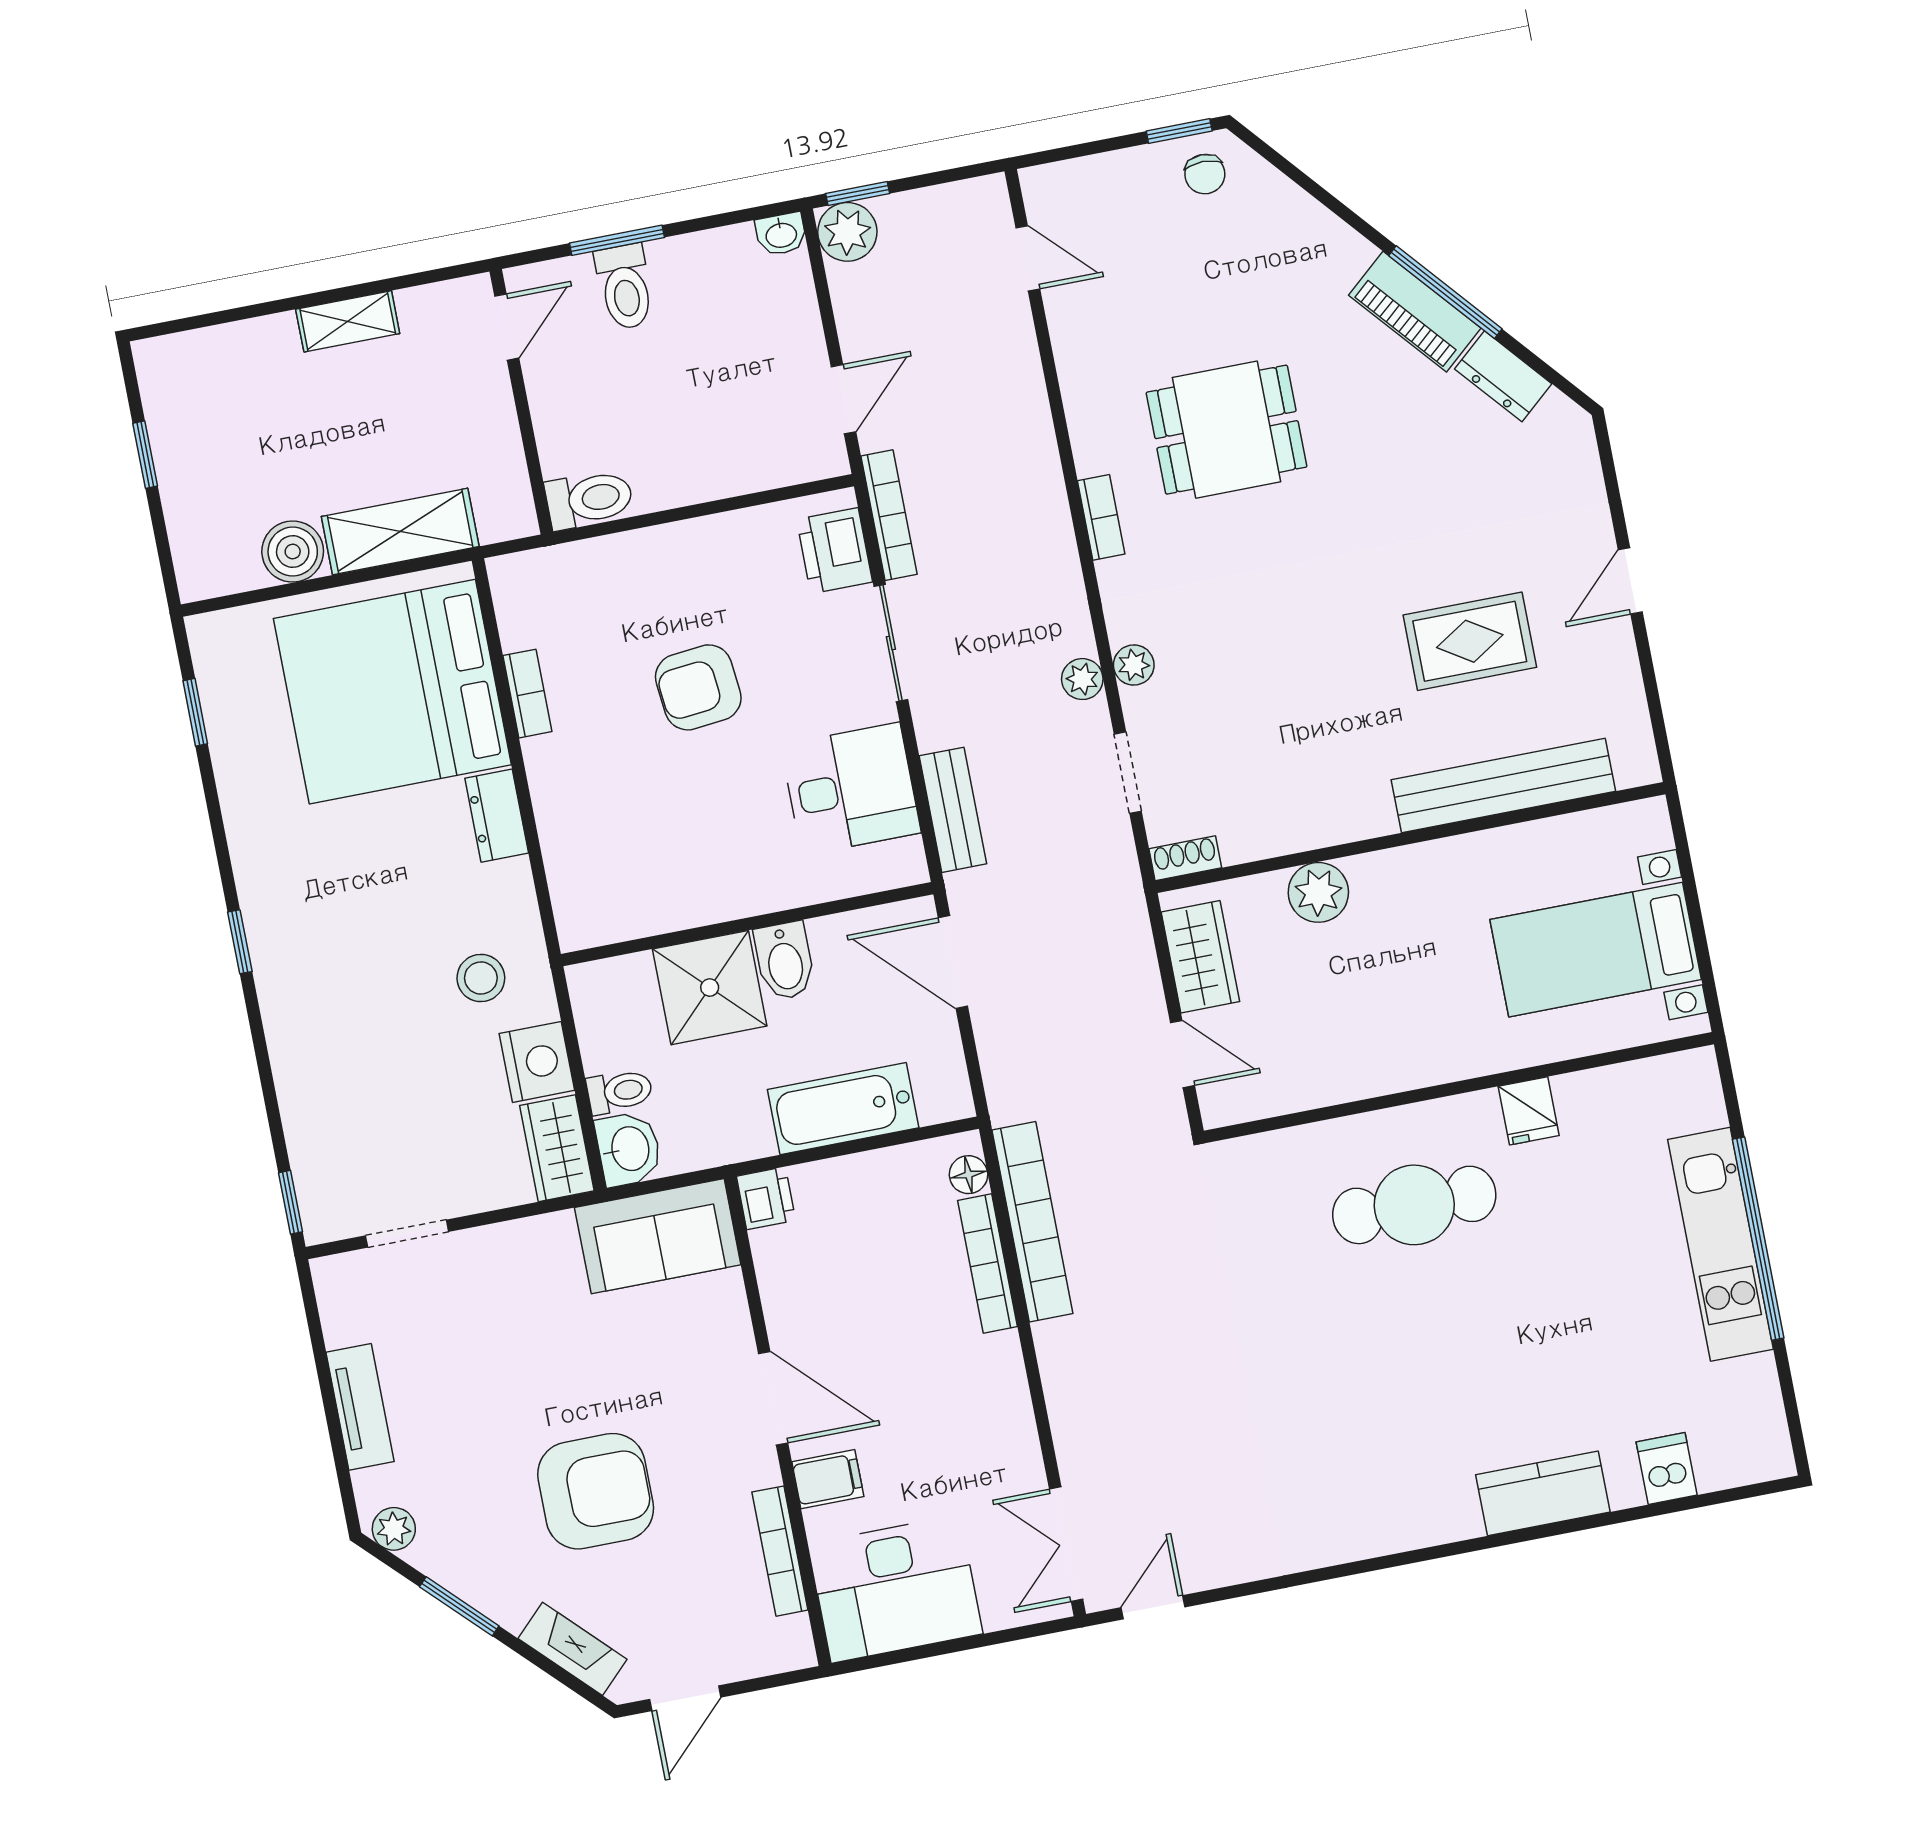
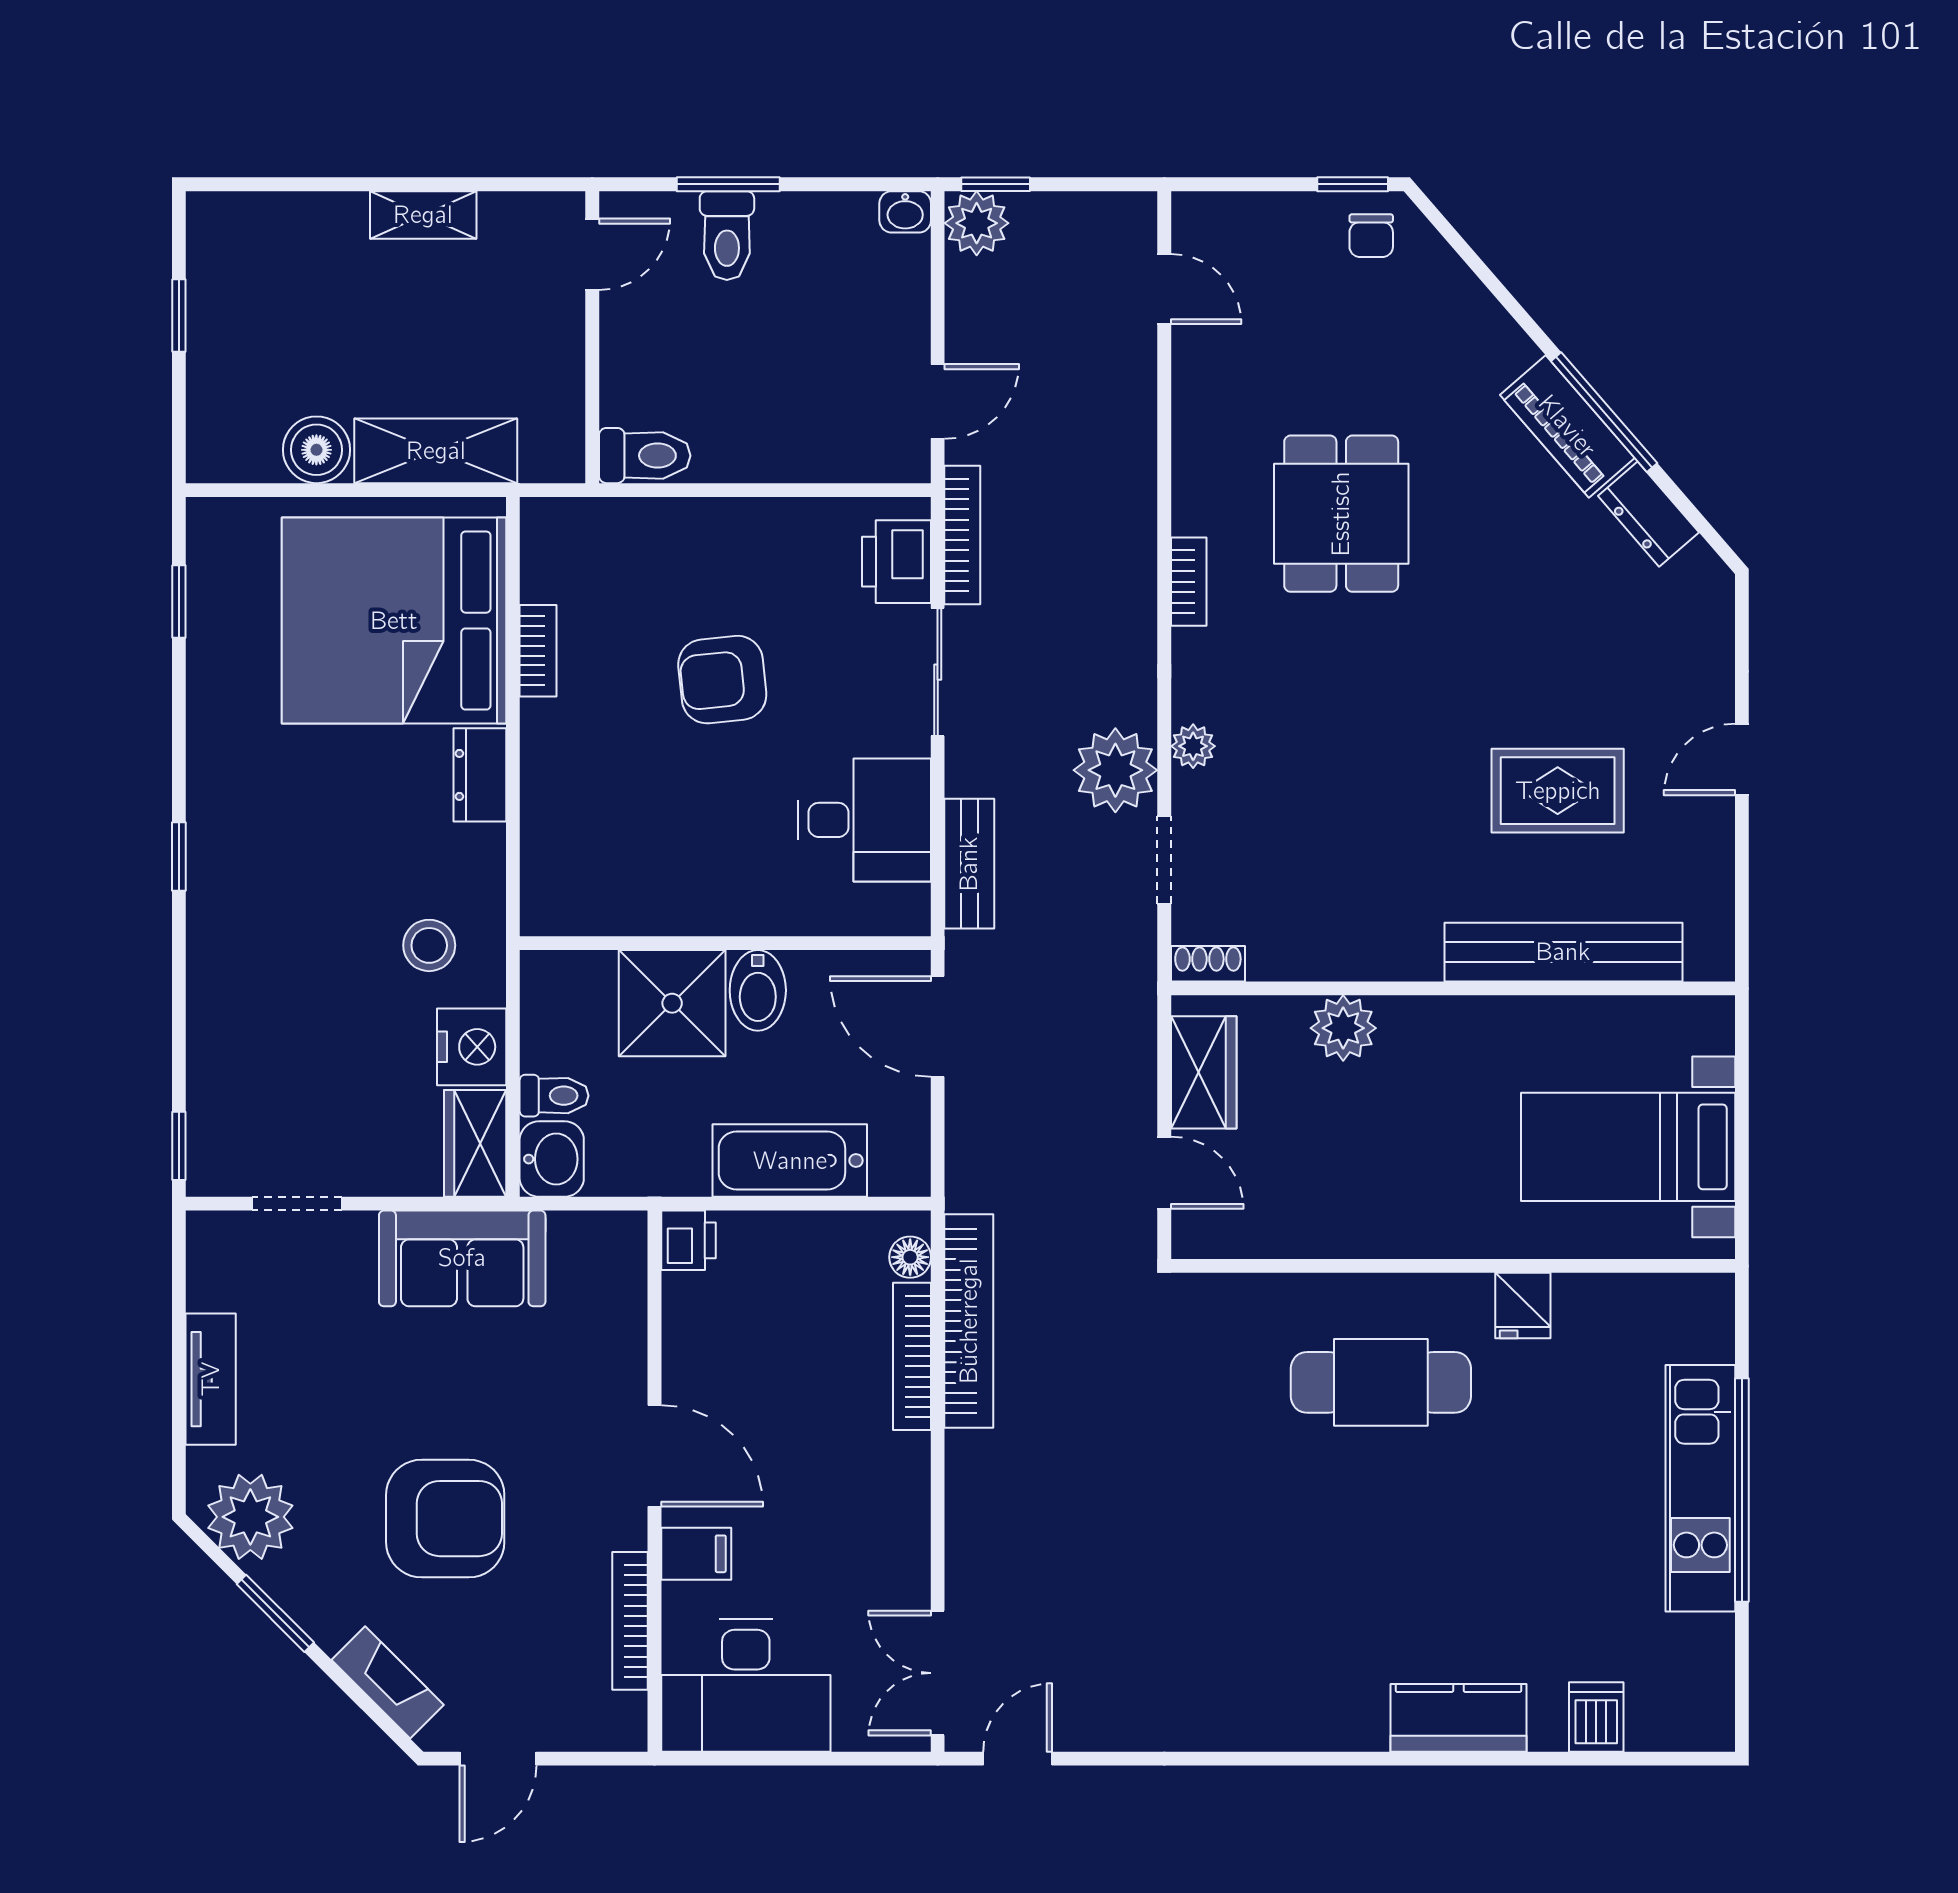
dining table: (1226, 430) -> (1341, 514), turned 90
plant: (1082, 679) -> (1115, 770), width x1.88, depth x1.88
sofa: (658, 1236) -> (462, 1258), moved
plant: (394, 1529) -> (250, 1517), width x1.88, depth x1.88

